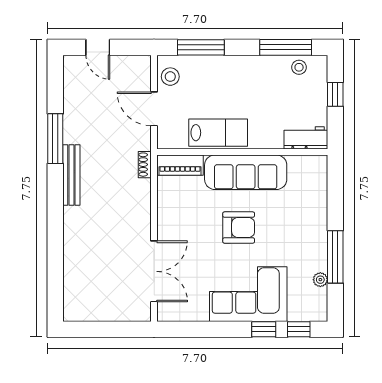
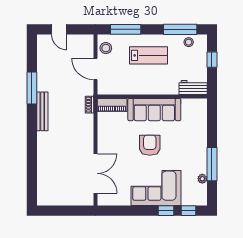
lab bench: (218, 133) -> (149, 55), moved
armchair: (239, 228) -> (150, 145), turned -90

